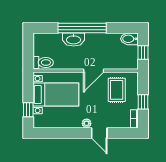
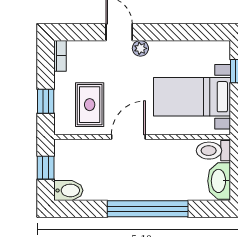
washbasin: (74, 39) -> (219, 181), moved, turned -90
window: (143, 102) -> (46, 101), moved

